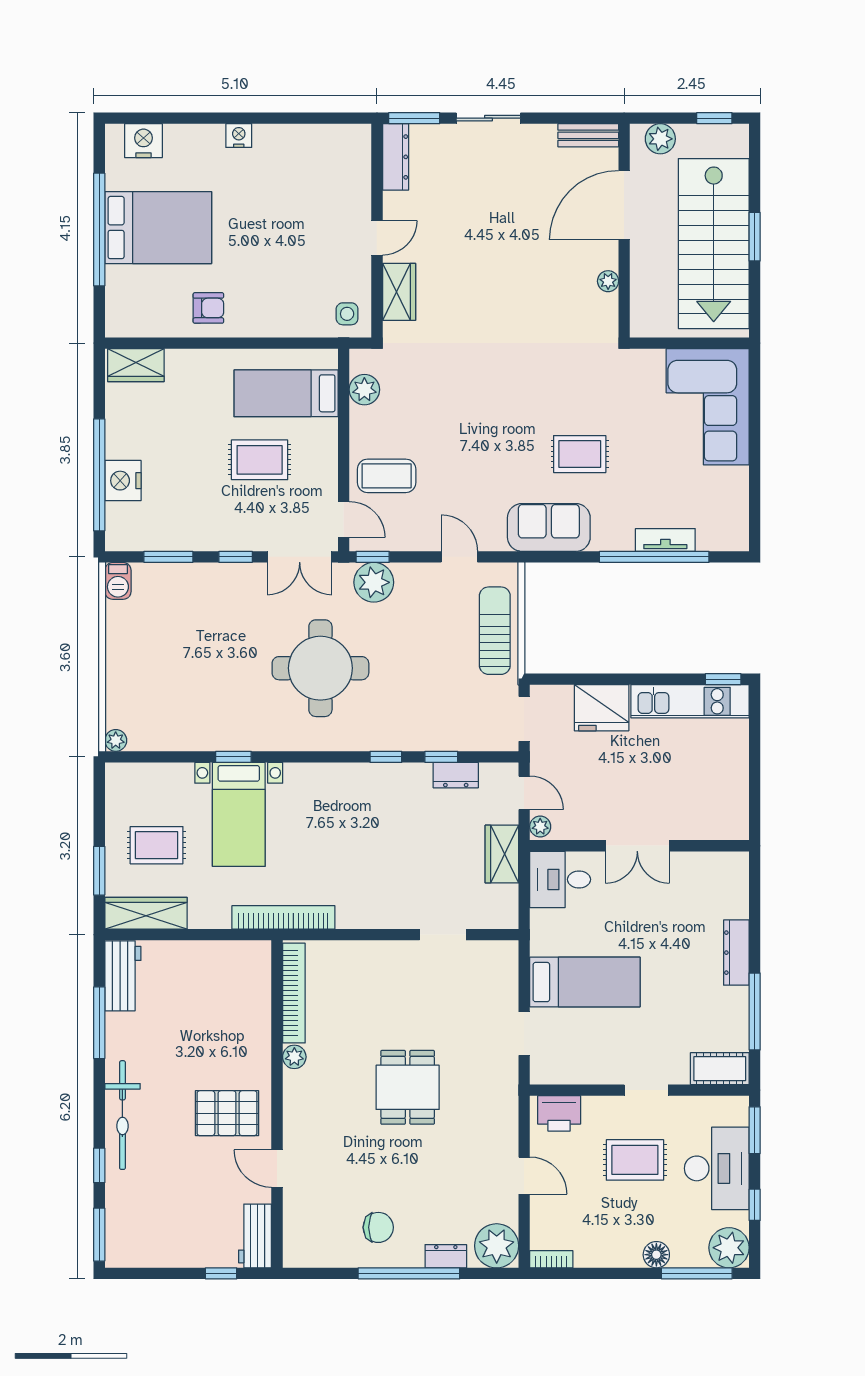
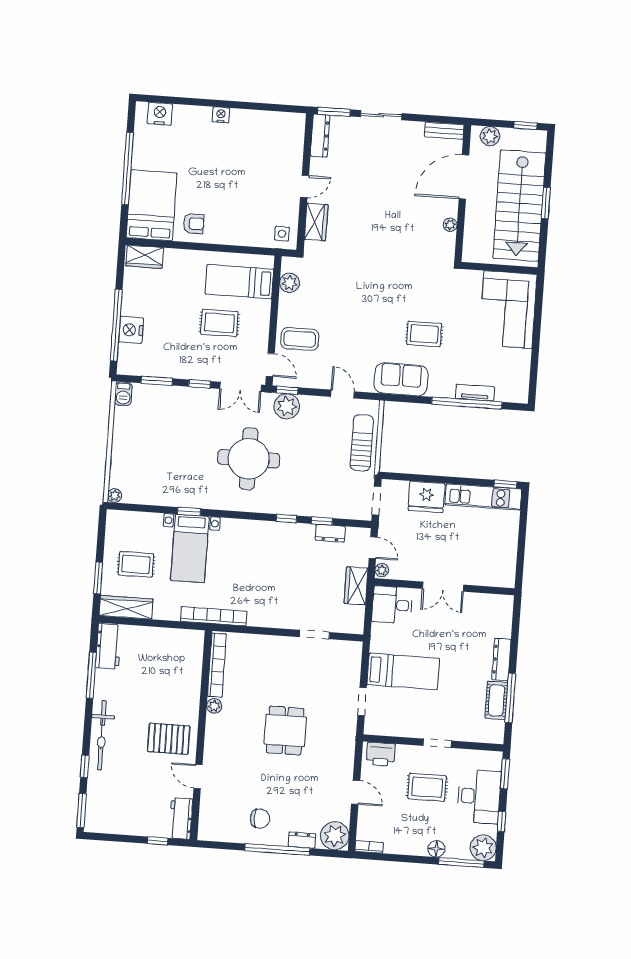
bed: (158, 228) -> (152, 205), moved, turned -90
cot: (720, 1069) -> (496, 700), moved, turned 90

